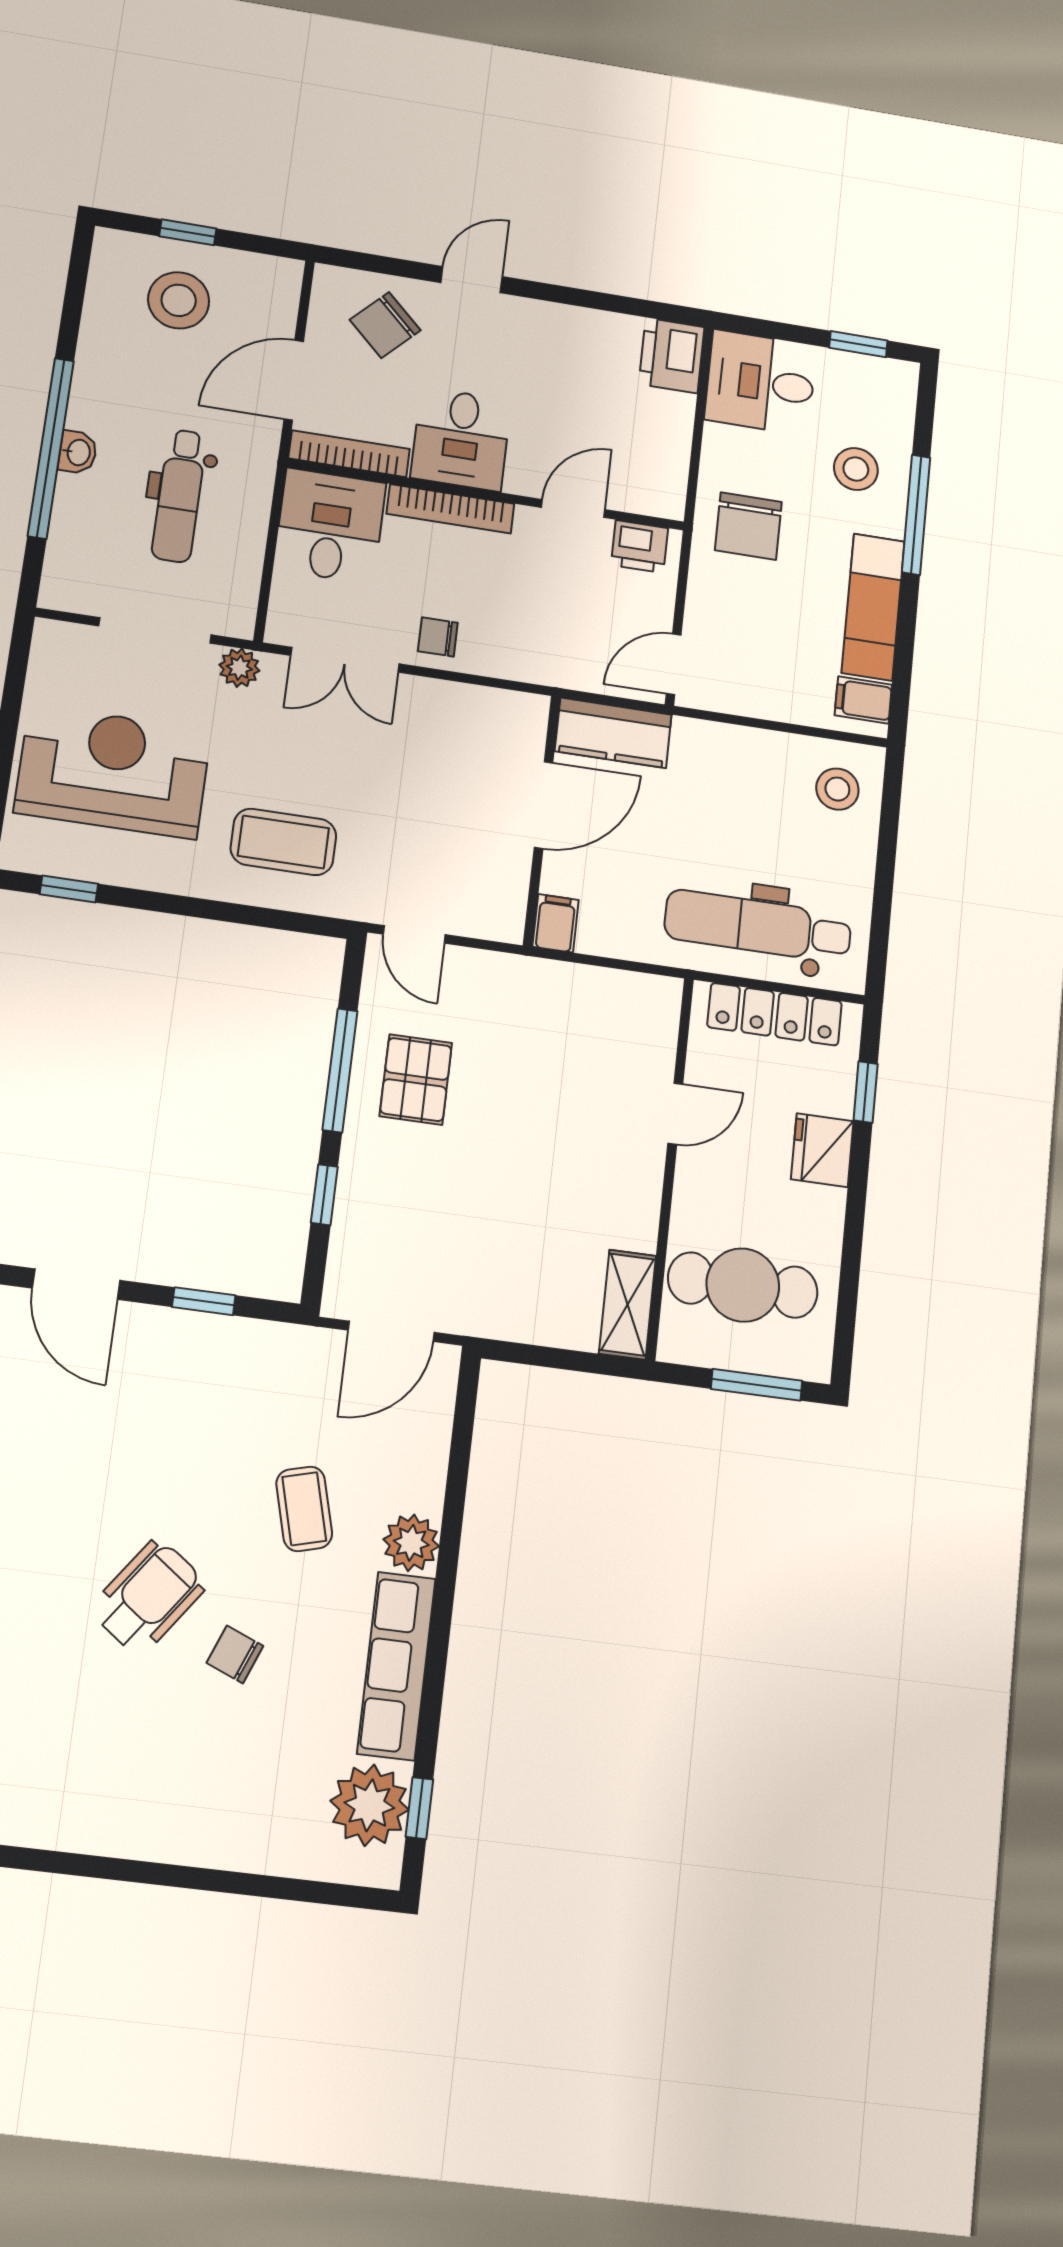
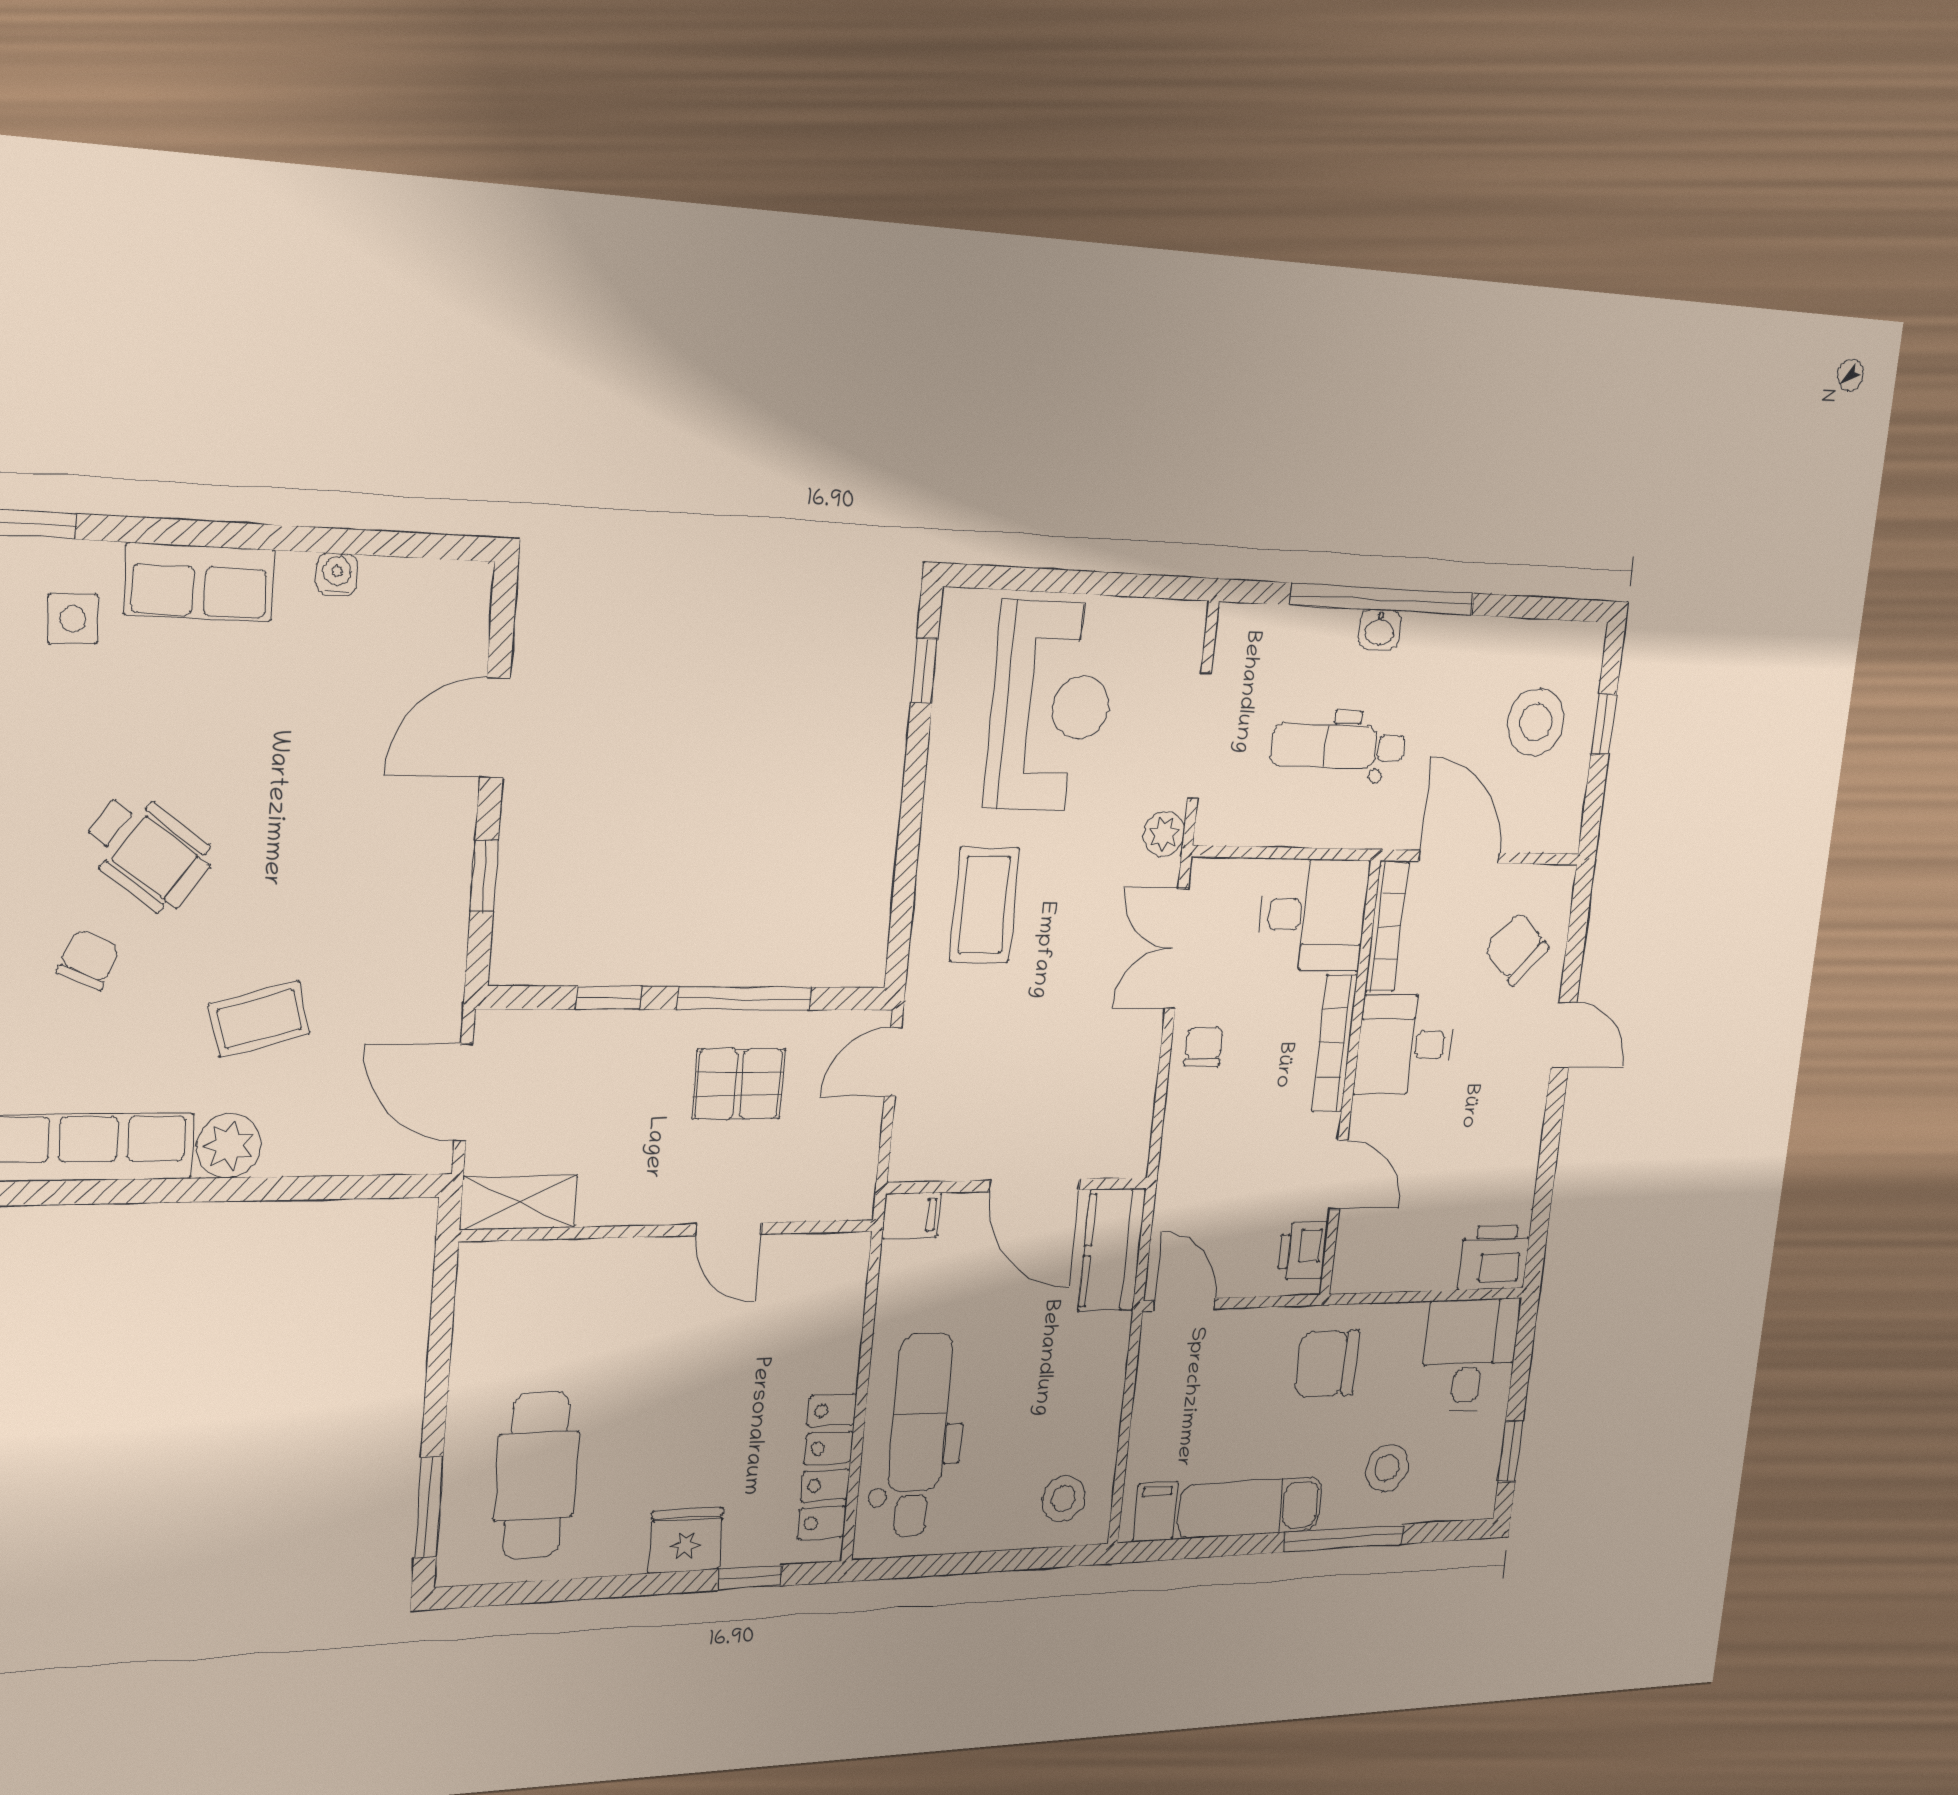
door: (675, 1114) -> (729, 1229), moved
wall: (670, 1167) -> (671, 1231), moved
shelving: (628, 1305) -> (519, 1202), moved

